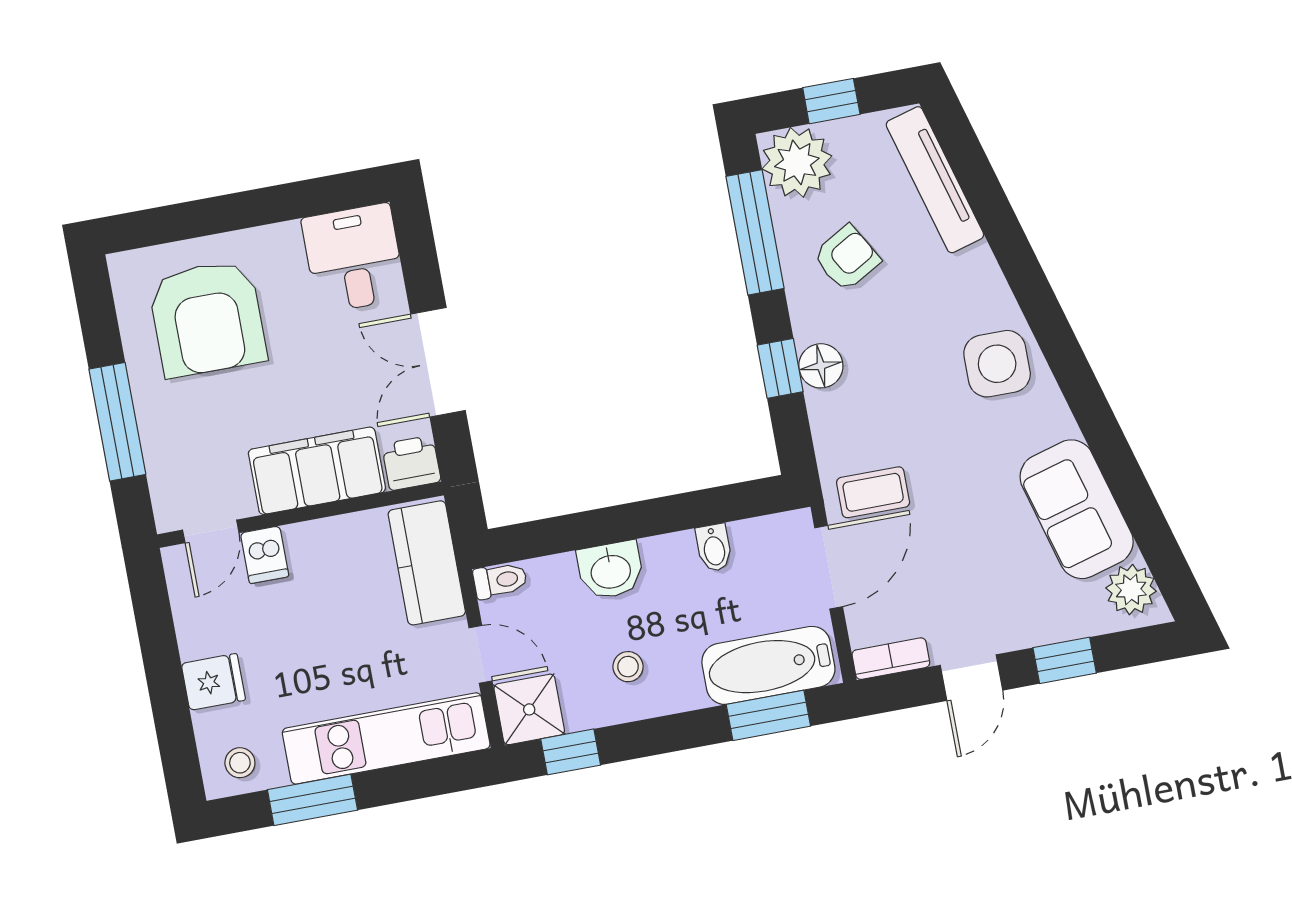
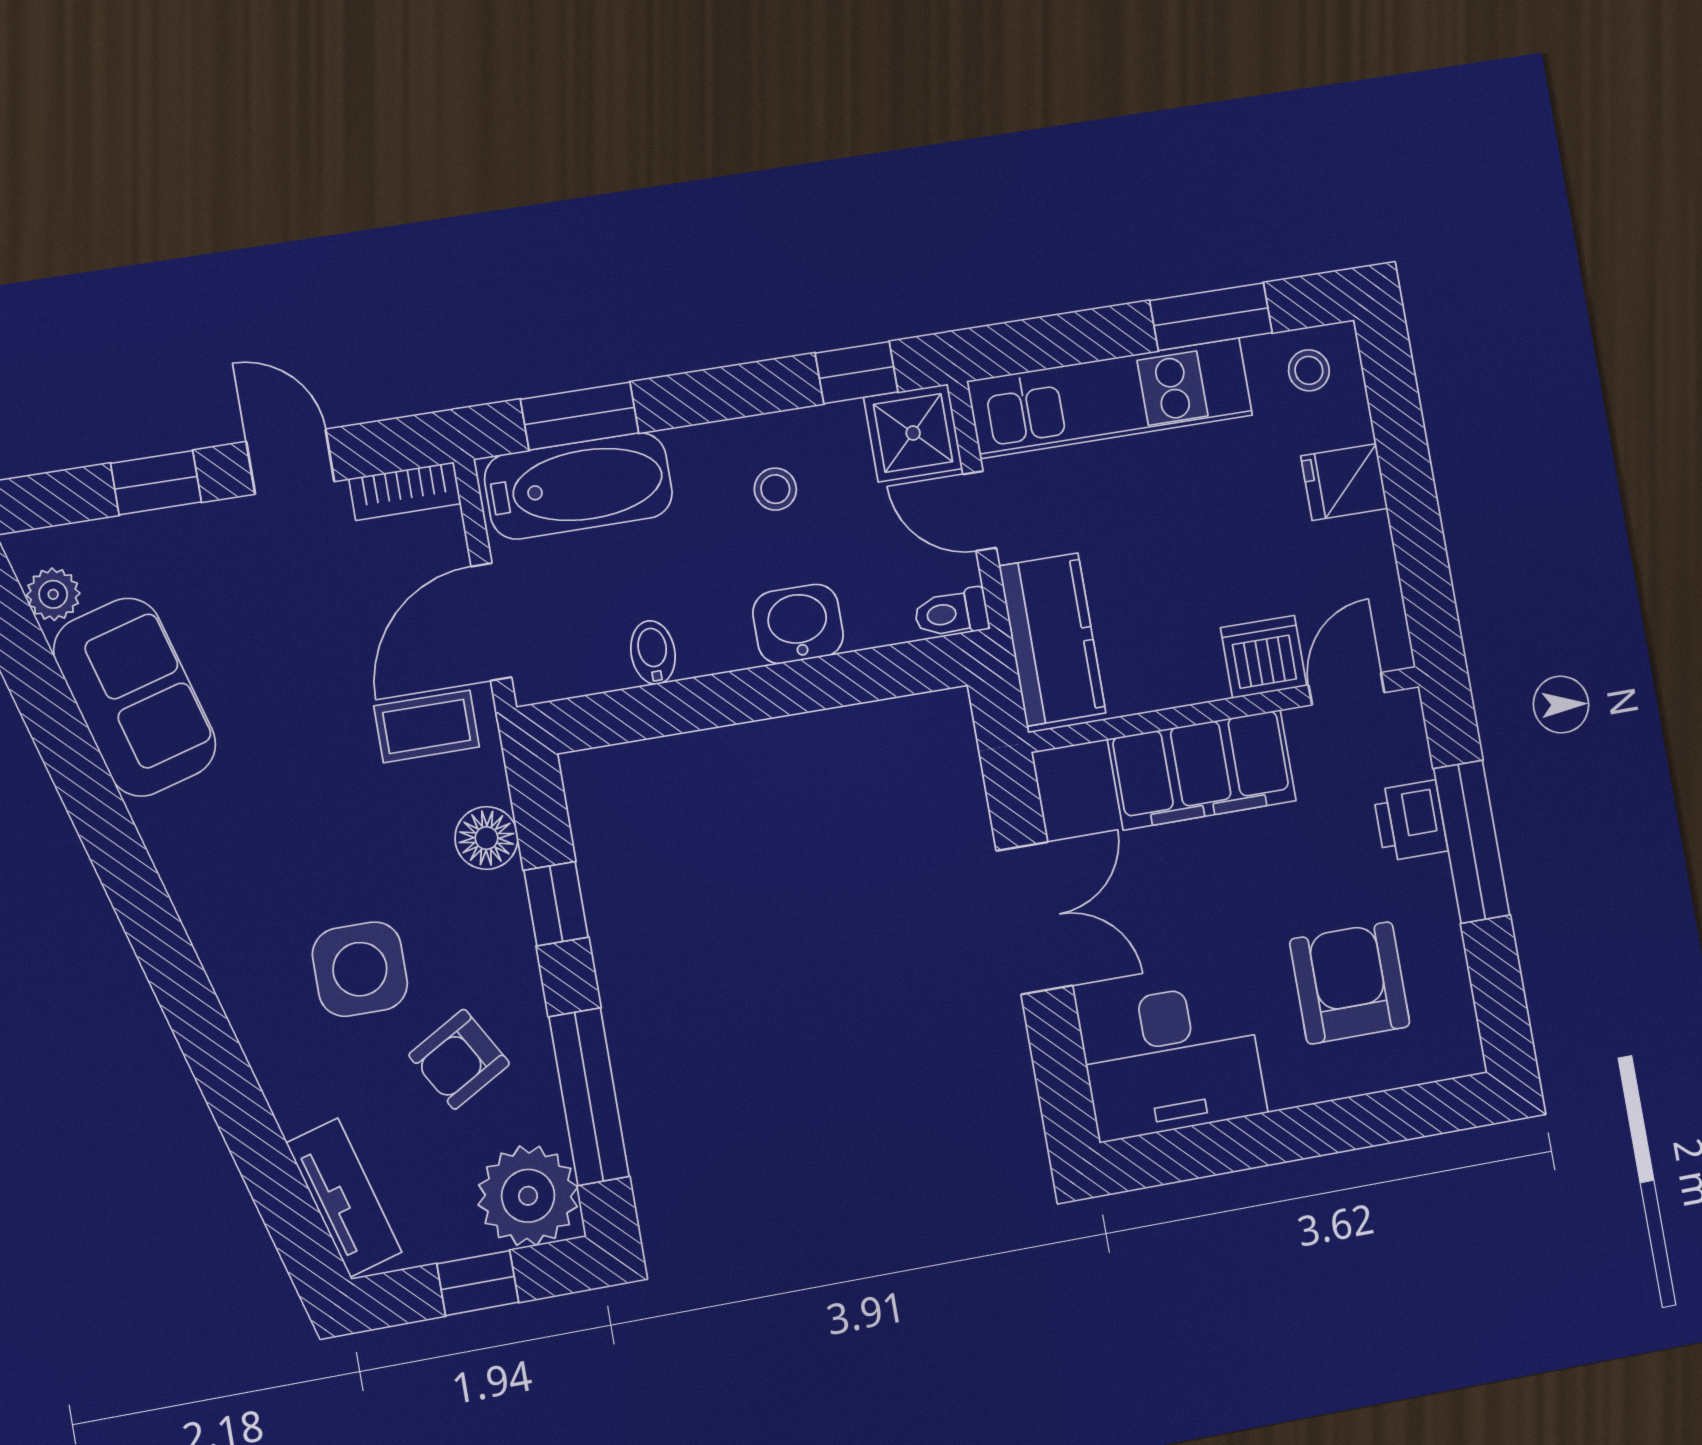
tv unit: (935, 180) -> (344, 1198), width x0.71
desk: (354, 258) -> (1172, 1061), width x1.37
armchair: (207, 318) -> (1350, 983), width x0.73, depth x0.73
side table: (997, 364) -> (360, 969), moved
floor lamp: (821, 366) -> (487, 838), moved
printer: (411, 463) -> (1410, 821), moved, turned 90
dishwasher: (265, 555) -> (1264, 657), width x1.38
plant: (1131, 590) -> (53, 594), width x0.73, depth x0.73
door: (972, 678) -> (290, 462), hinge flipped

